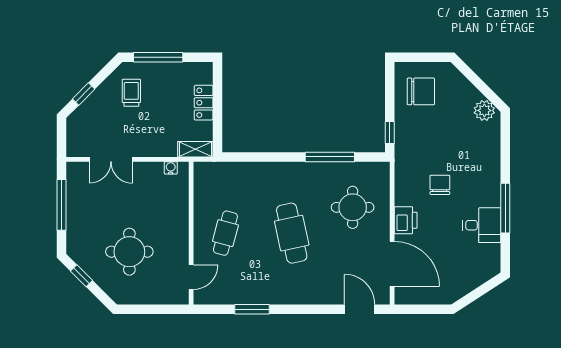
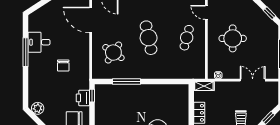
round table: (353, 207) -> (113, 53), turned 34
printer: (406, 220) -> (83, 98), moved
round table: (129, 252) -> (233, 38), moved
door: (191, 277) -> (206, 12), hinge flipped

